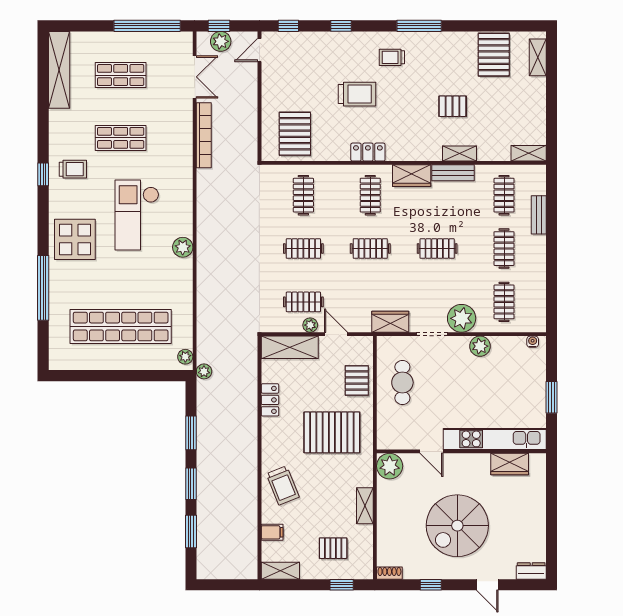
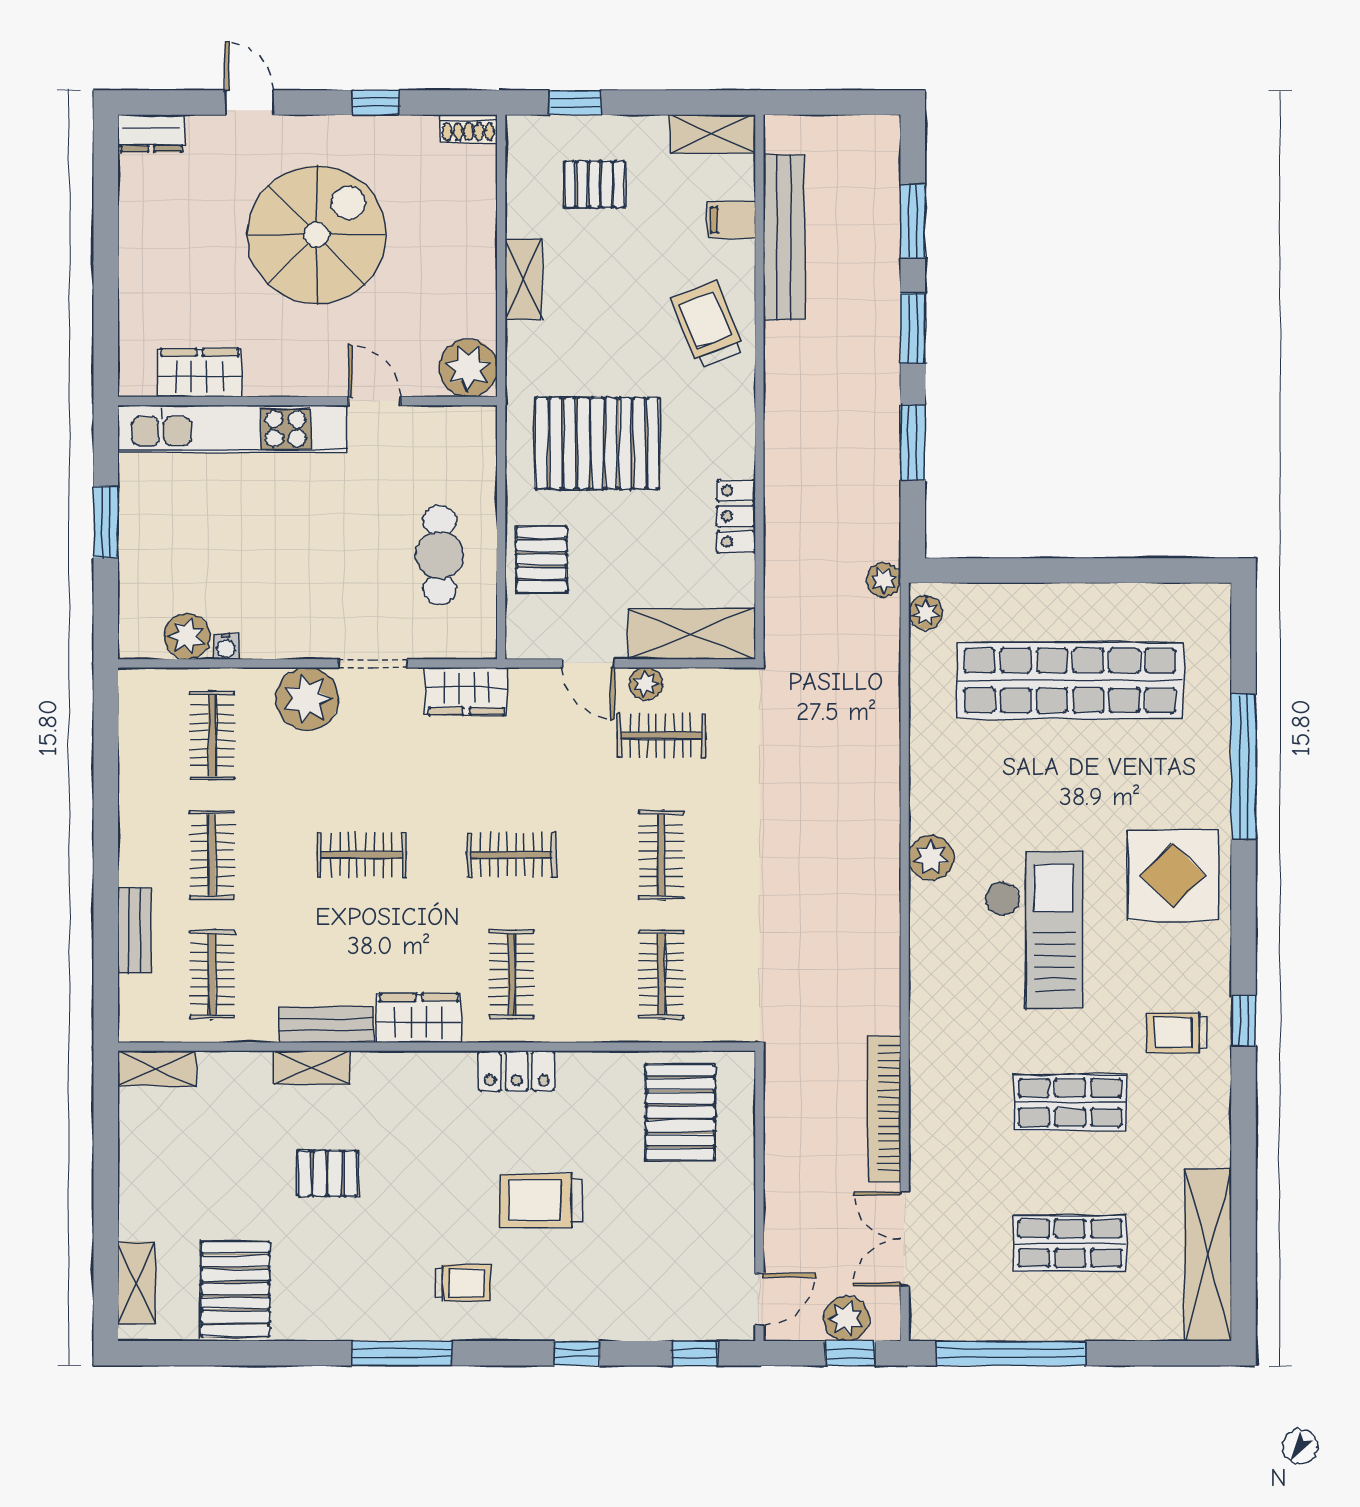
clothes rail: (303, 249) -> (661, 855), turned 90
water cooler: (533, 342) -> (226, 646), moved
plant: (480, 346) -> (187, 636), moved
bench: (248, 525) -> (784, 237), added

